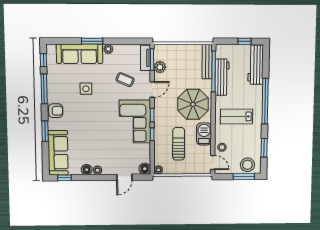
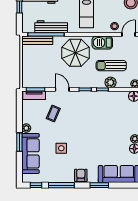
plant: (160, 67) -> (111, 82), moved
corner sofa: (135, 121) -> (91, 105), removed

